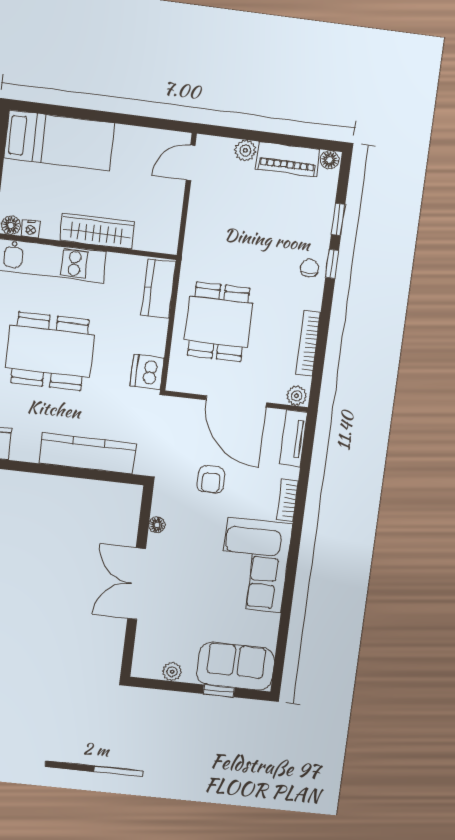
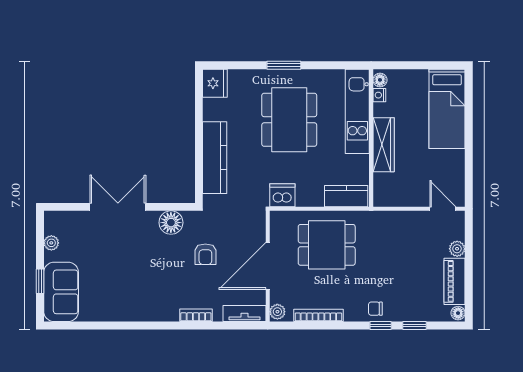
chair: (309, 268) -> (375, 309), turned 180
armchair: (211, 479) -> (205, 254), turned -90
floor lamp: (157, 525) -> (171, 223), width x1.89, depth x1.89
corner sofa: (255, 565) -> (143, 296), removed

